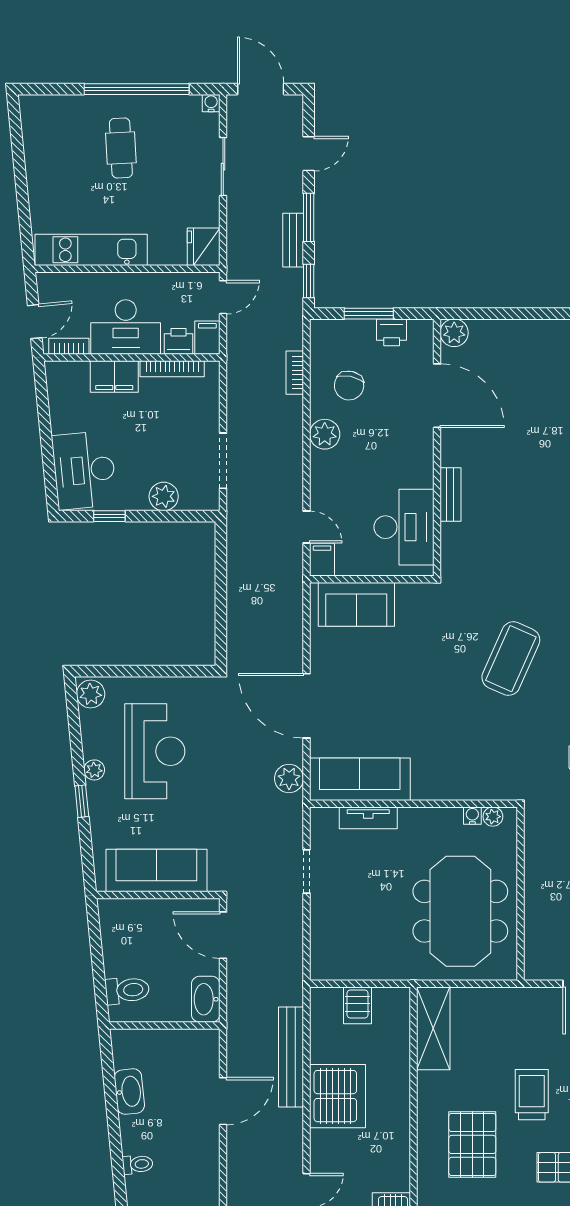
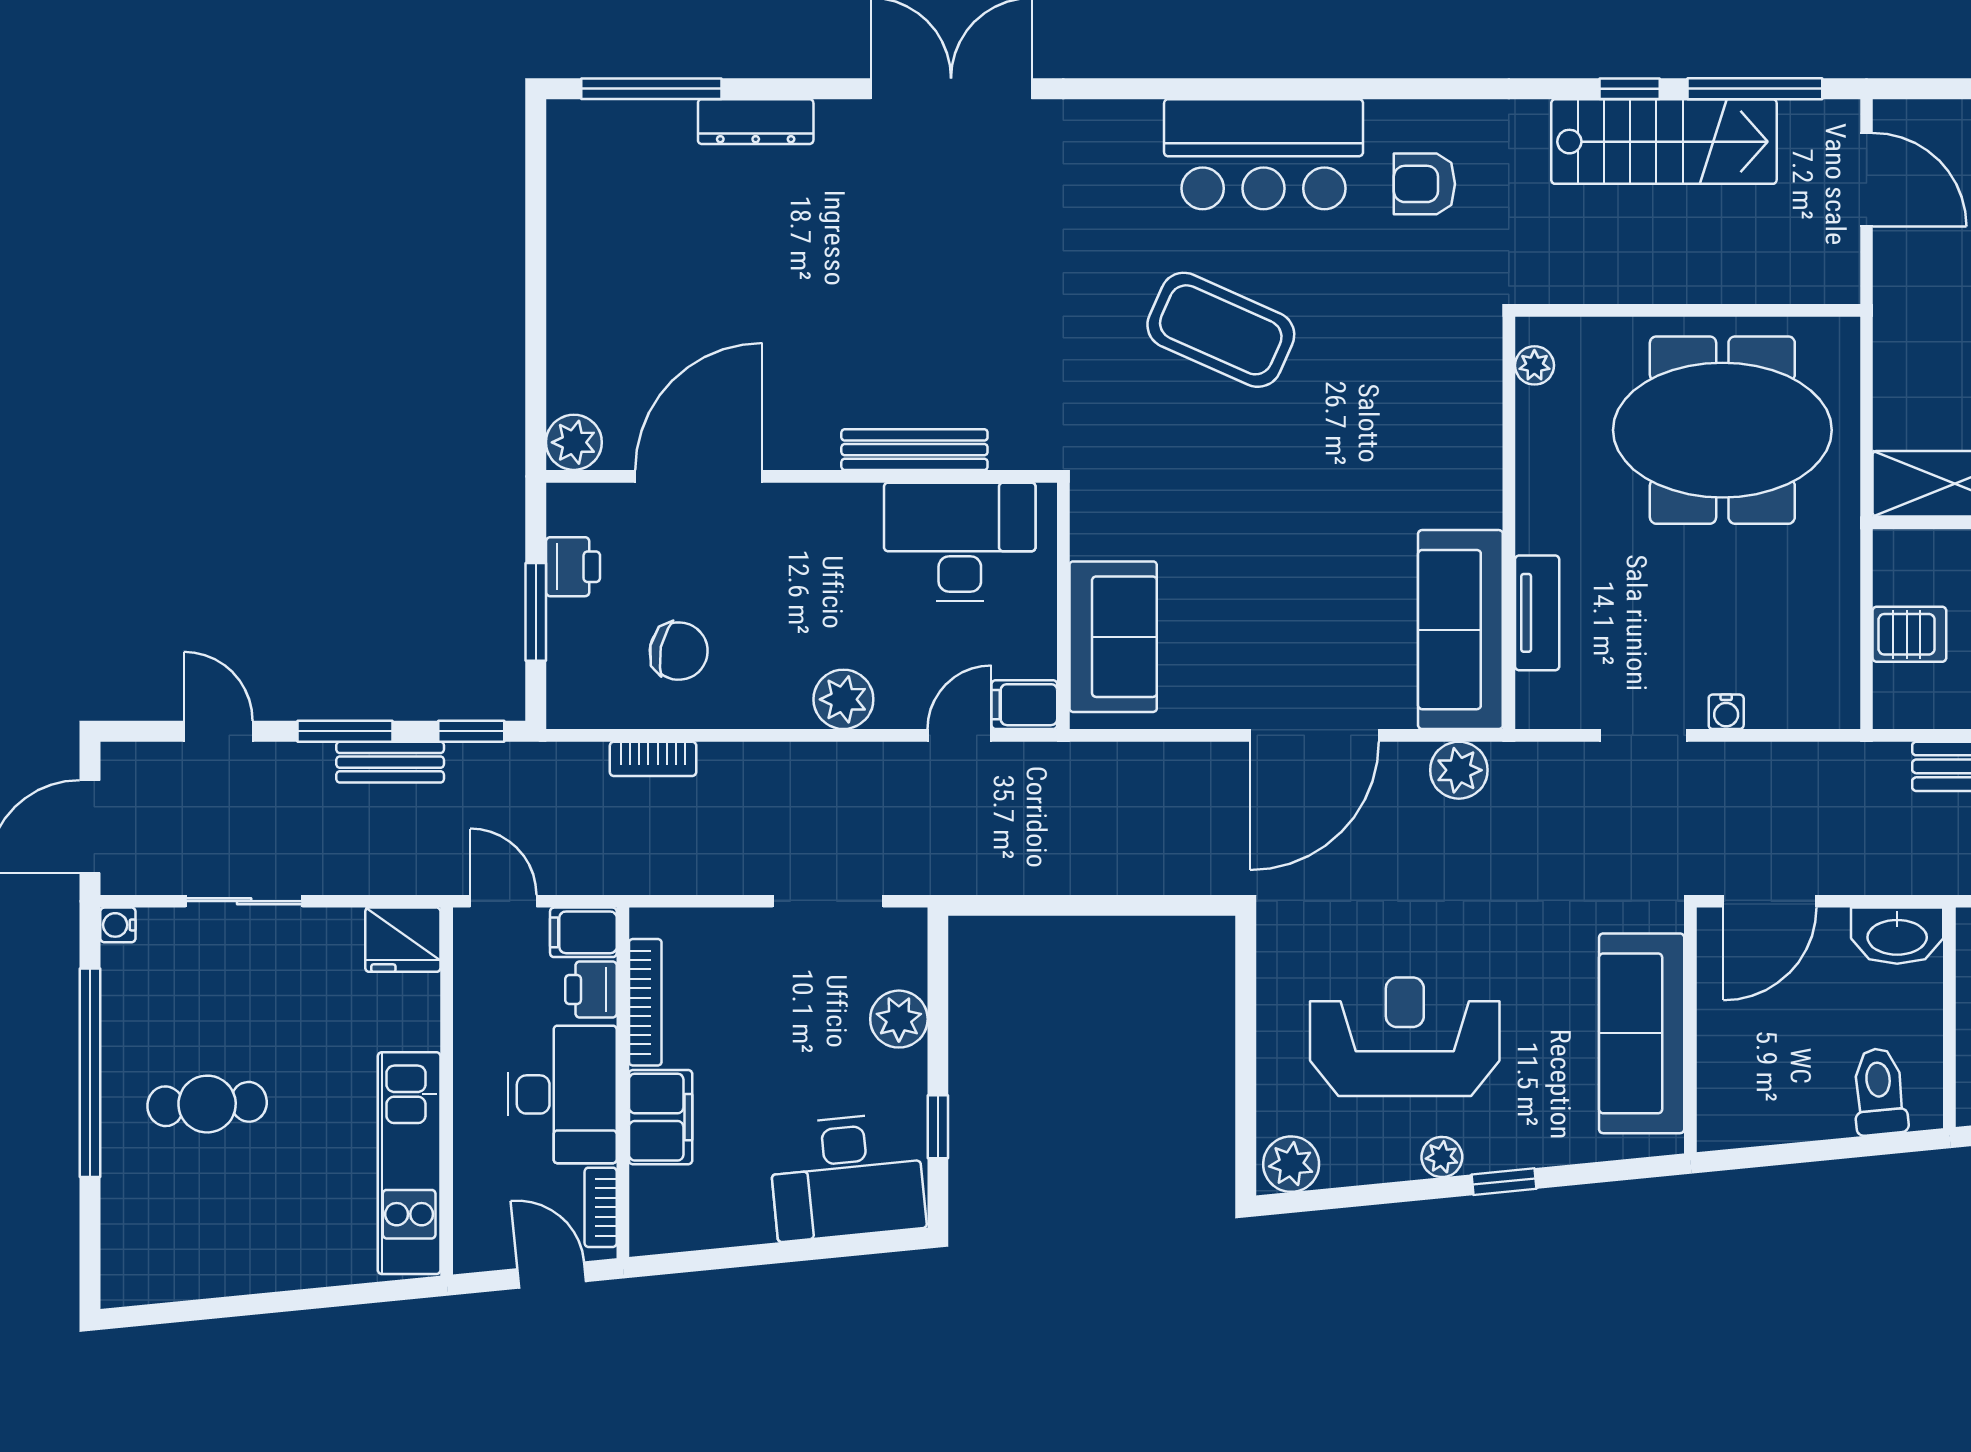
plant: (325, 434) -> (843, 699), moved
bench: (450, 495) -> (914, 450), width x1.36
water cooler: (472, 816) -> (1726, 712), moved, turned -90

